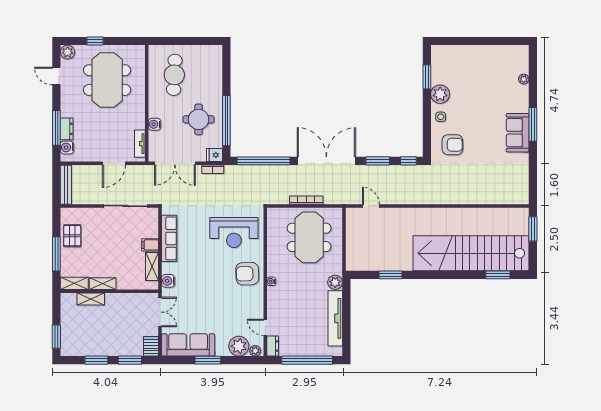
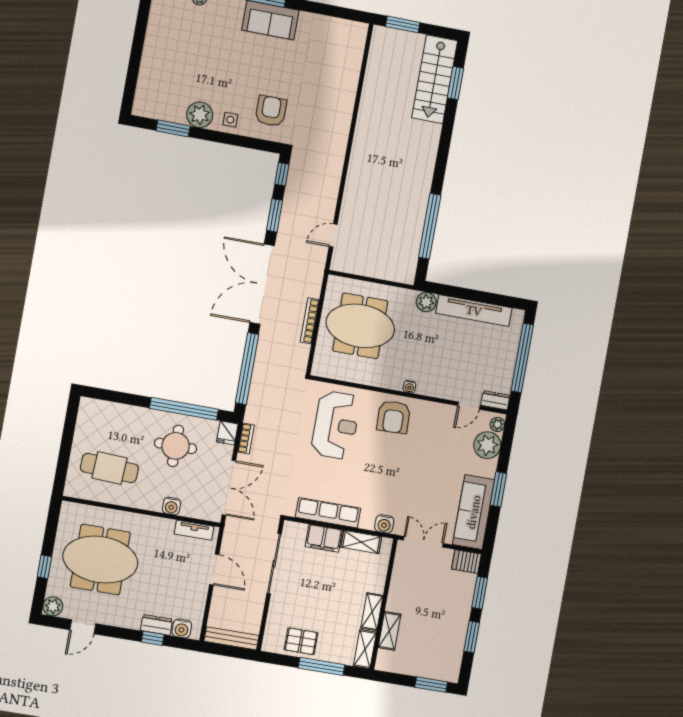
window: (56, 128) -> (153, 638), width x0.46
filing cabinet: (150, 245) -> (324, 538), width x2.00
stairs: (471, 253) -> (435, 79), width x0.54, depth x0.66
window: (391, 275) -> (430, 226), width x2.11

